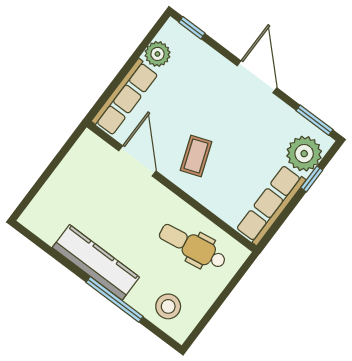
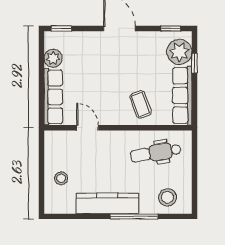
window: (314, 120) -> (171, 29), width x0.67
coffee table: (196, 156) -> (141, 104), moved
door: (137, 161) -> (87, 128), width x0.73
stool: (65, 195) -> (61, 178), added

